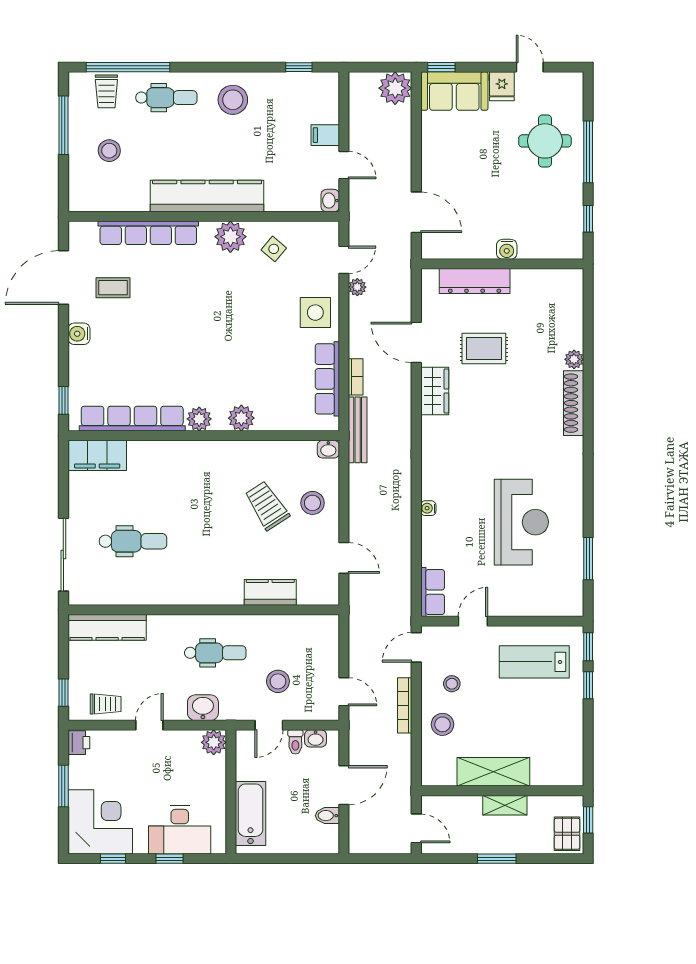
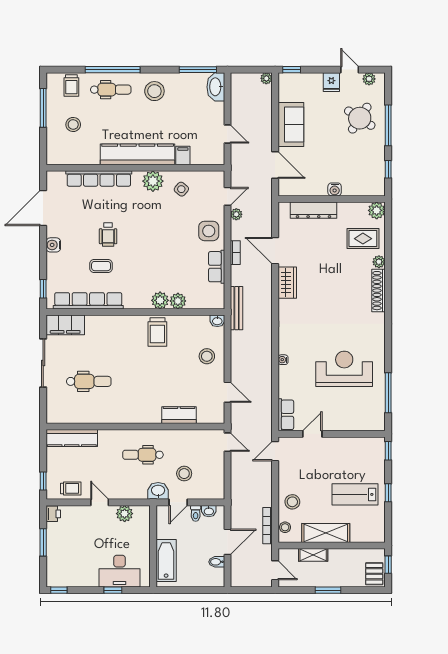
window: (128, 67) -> (113, 70), moved
window: (299, 67) -> (198, 70), width x2.17
plant: (559, 81) -> (369, 79), added
plant: (395, 88) -> (266, 78), width x0.53, depth x0.53
sofa: (454, 91) -> (291, 124), moved, turned -90
filing cabinet: (325, 135) -> (183, 156), moved, turned 90
round table: (545, 141) -> (360, 118), turned 33
washbasin: (330, 201) -> (216, 87), moved, width x1.91, depth x1.45
plant: (571, 281) -> (377, 210), added
coffee table: (113, 288) -> (101, 266), moved
wheelchair: (162, 318) -> (108, 234), added
rug: (484, 349) -> (363, 239), moved
bookcase: (356, 377) -> (235, 253), moved
row of seats: (327, 379) -> (217, 267), width x0.68
plant: (199, 419) -> (178, 301), moved
trolley: (267, 506) -> (157, 332), moved, turned -147
reception desk: (521, 522) -> (344, 369), turned -90
sliding door: (63, 555) -> (43, 363), moved
window: (588, 559) -> (388, 393), width x1.44
dental chair: (215, 653) -> (143, 455), turned 180
lab bench: (534, 662) -> (355, 494), moved
stool: (452, 684) -> (285, 527), moved
window: (588, 685) -> (388, 493), moved
door: (344, 692) -> (227, 442), moved
bookcase: (405, 705) -> (267, 526), moved
washbasin: (203, 708) -> (158, 491), moved
door: (149, 725) -> (100, 502), hinge flipped
plant: (214, 742) -> (125, 514), moved
shelving: (505, 805) -> (313, 555), moved
corner desk: (100, 822) -> (67, 566), removed
window: (113, 859) -> (59, 590), moved

